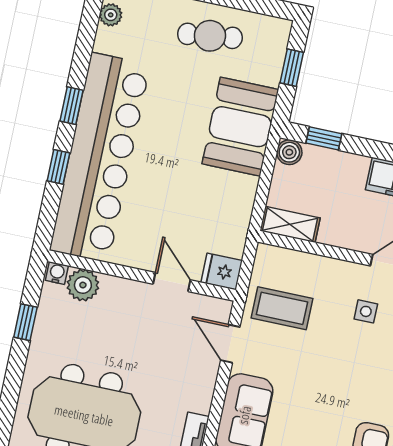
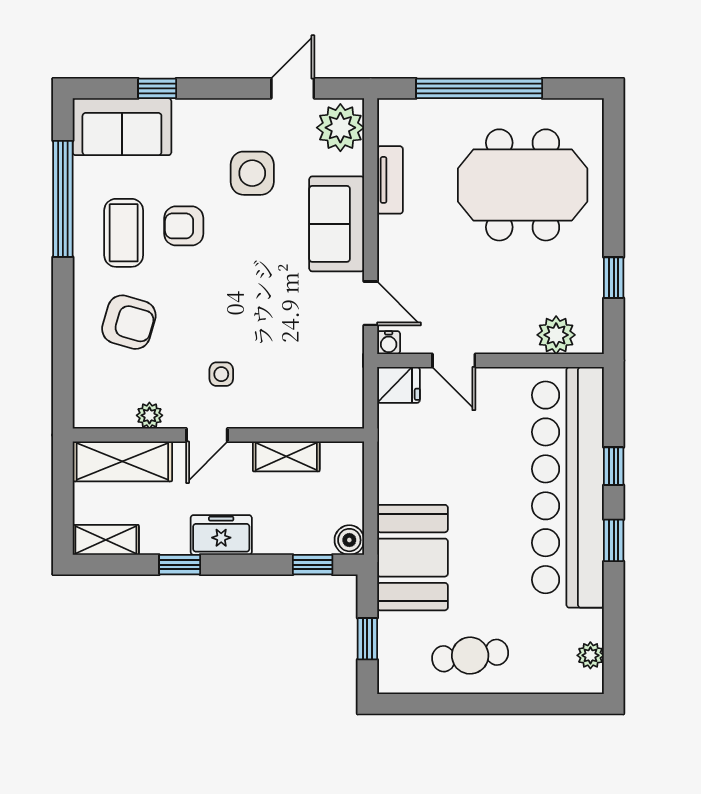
shelving: (290, 224) -> (286, 456), moved
water cooler: (57, 273) -> (389, 343), moved
coffee table: (282, 308) -> (319, 357), removed

